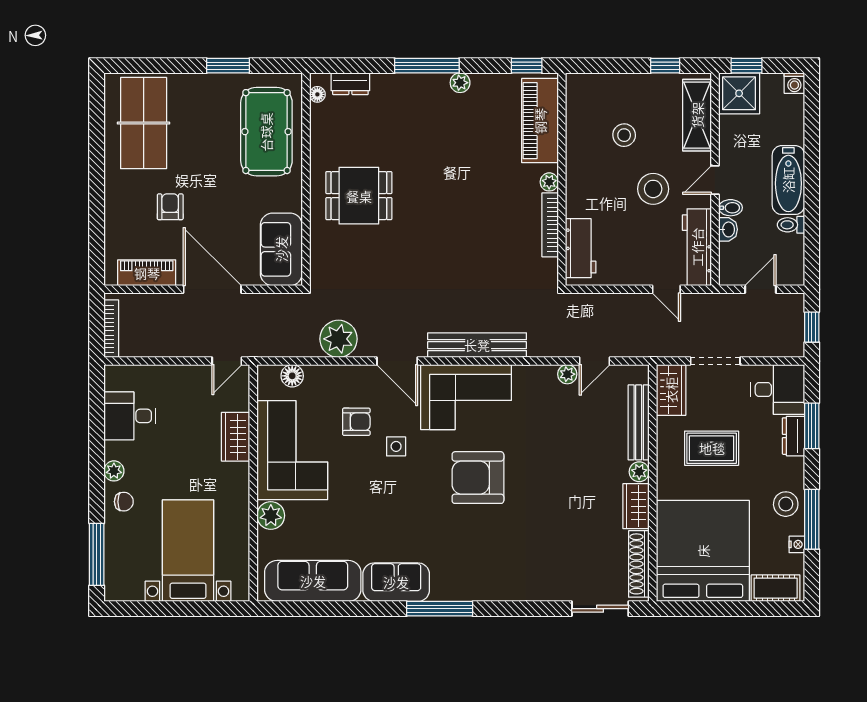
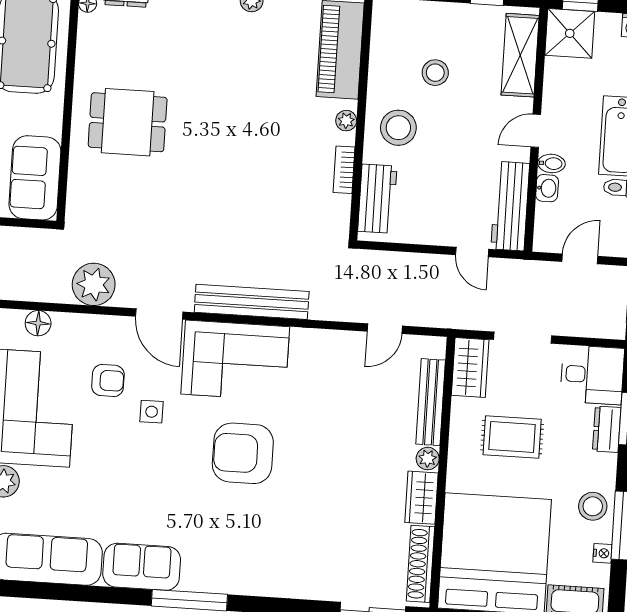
stool: (653, 189) -> (398, 128), moved
bookcase: (550, 225) -> (344, 170), width x0.64
plant: (567, 374) -> (353, 342), removed

